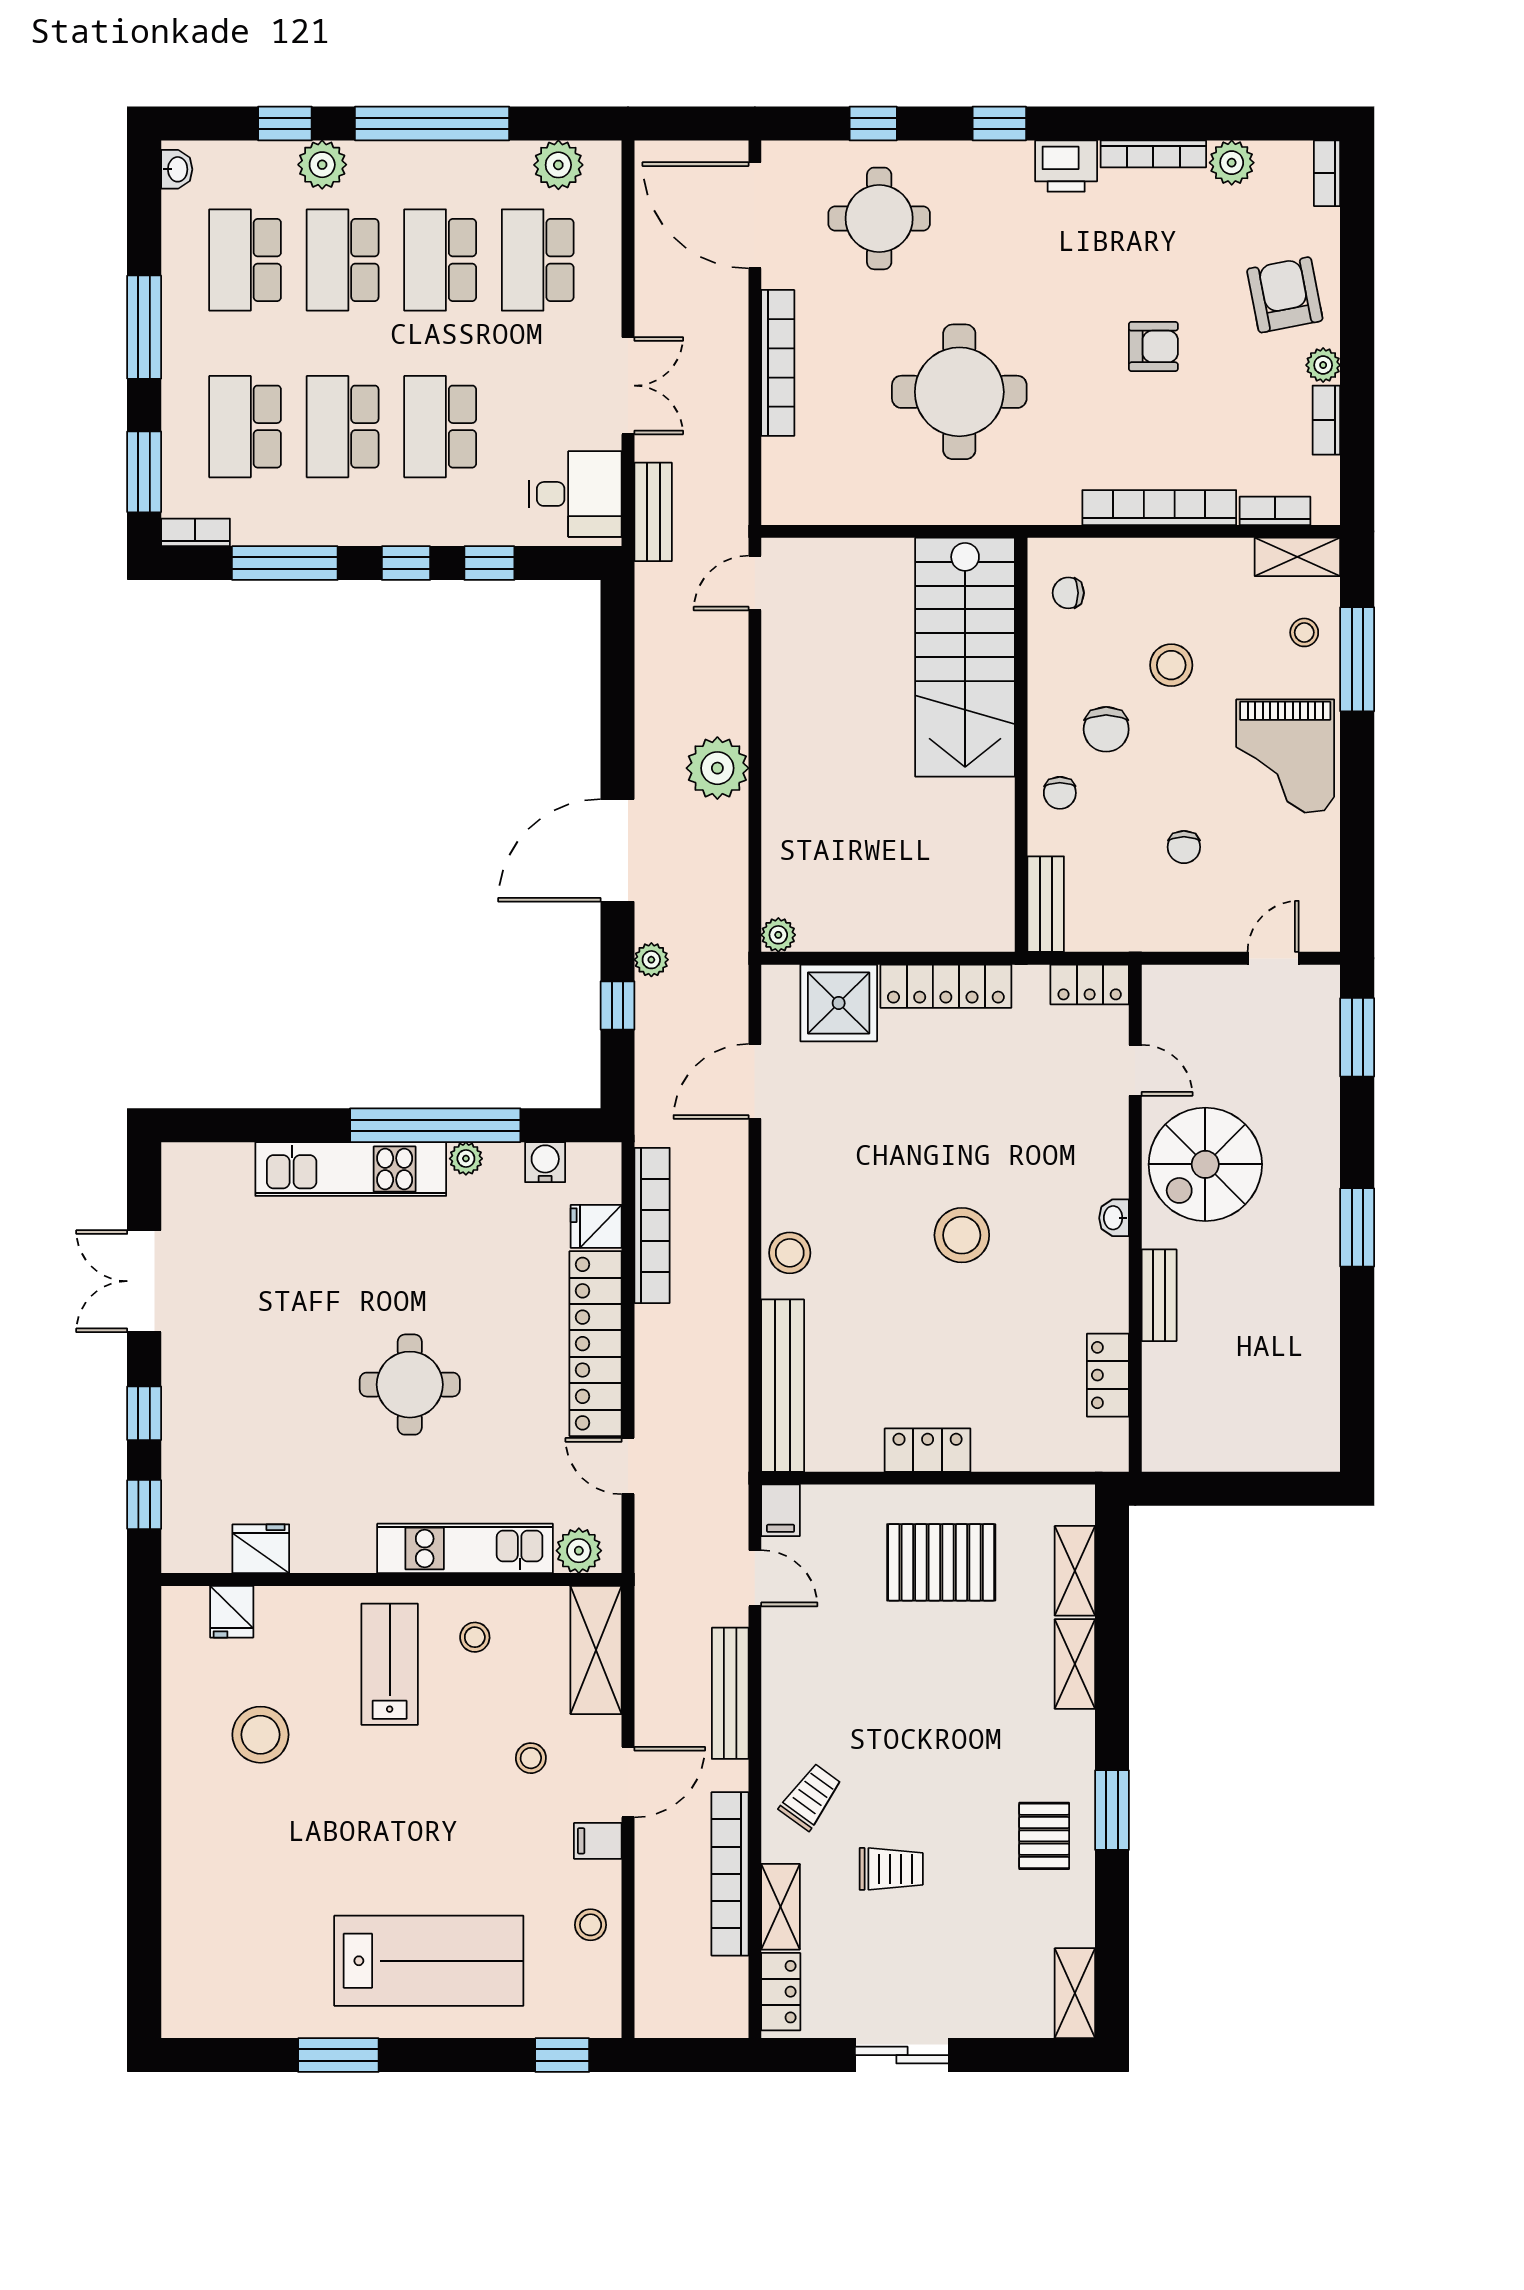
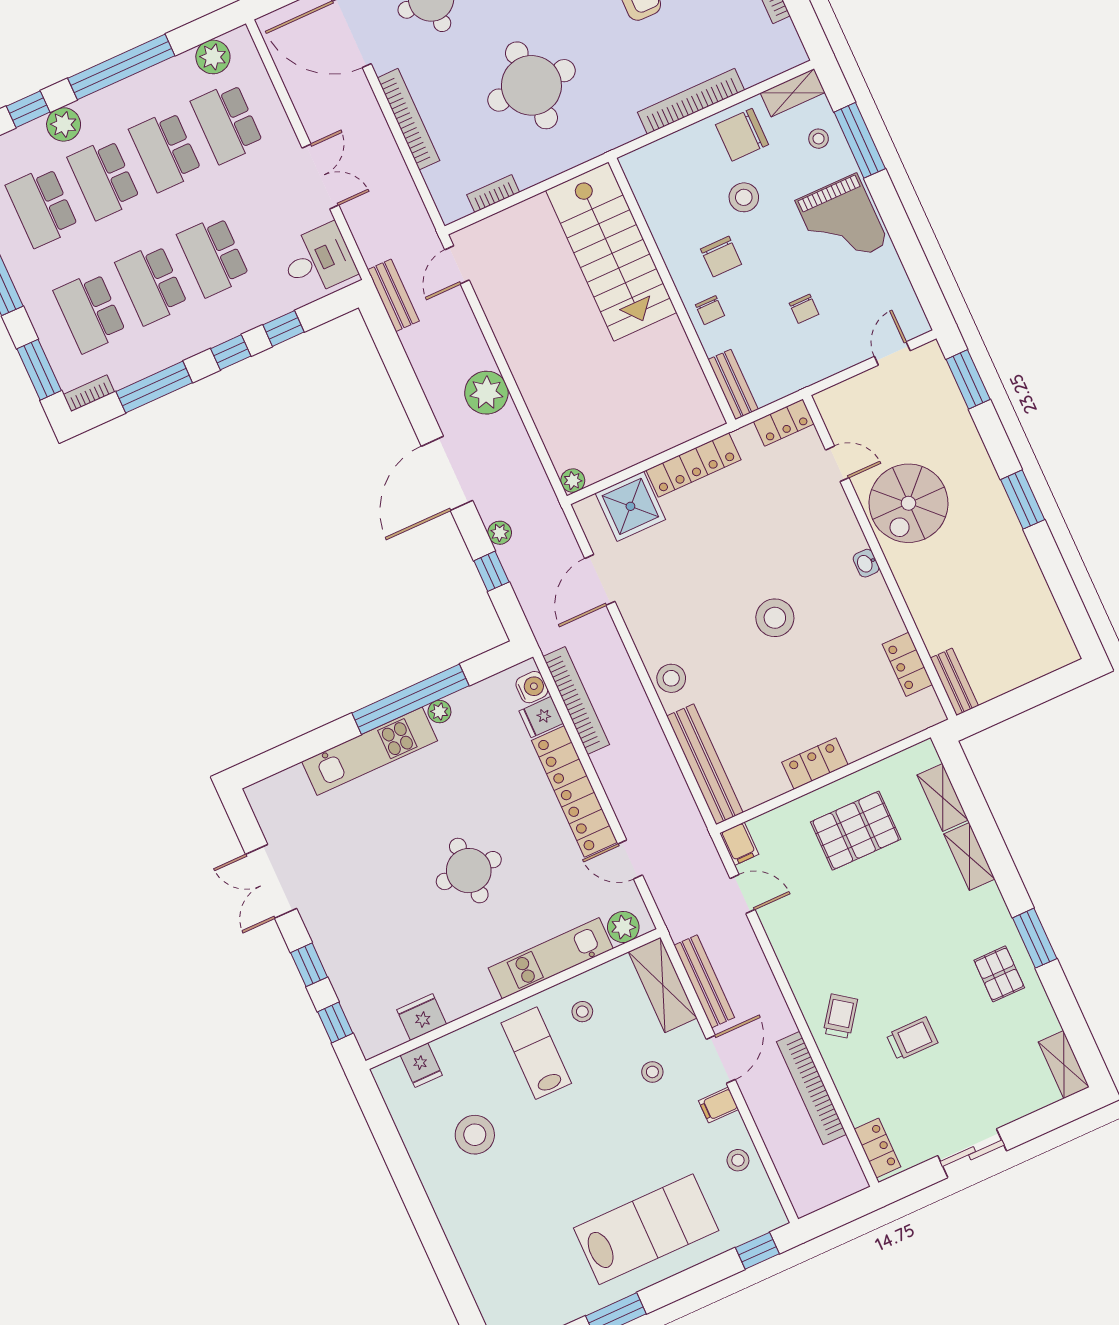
bookcase: (1275, 511) -> (493, 193), moved
bench: (653, 512) -> (393, 295), moved
chair: (1068, 593) -> (742, 135), moved, width x1.87, depth x1.87
water cooler: (545, 1162) -> (532, 687), moved, turned 90
bench: (1159, 1295) -> (954, 682), moved
bench: (730, 1693) -> (704, 981), moved
shelving: (781, 1907) -> (853, 1094), removed

